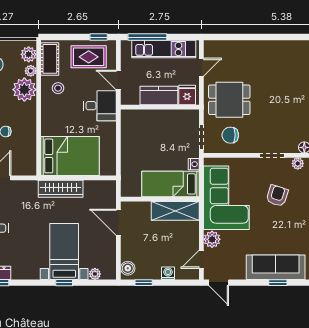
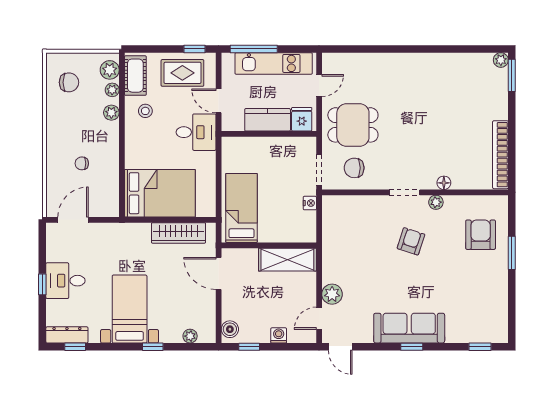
plant: (24, 90) -> (111, 113), width x0.53, depth x0.53
bed: (171, 184) -> (241, 208), moved, turned 90
wardrobe: (61, 189) -> (178, 233), moved
corner sofa: (226, 198) -> (349, 244), removed
bed with nightstands: (64, 252) -> (130, 309), moved

